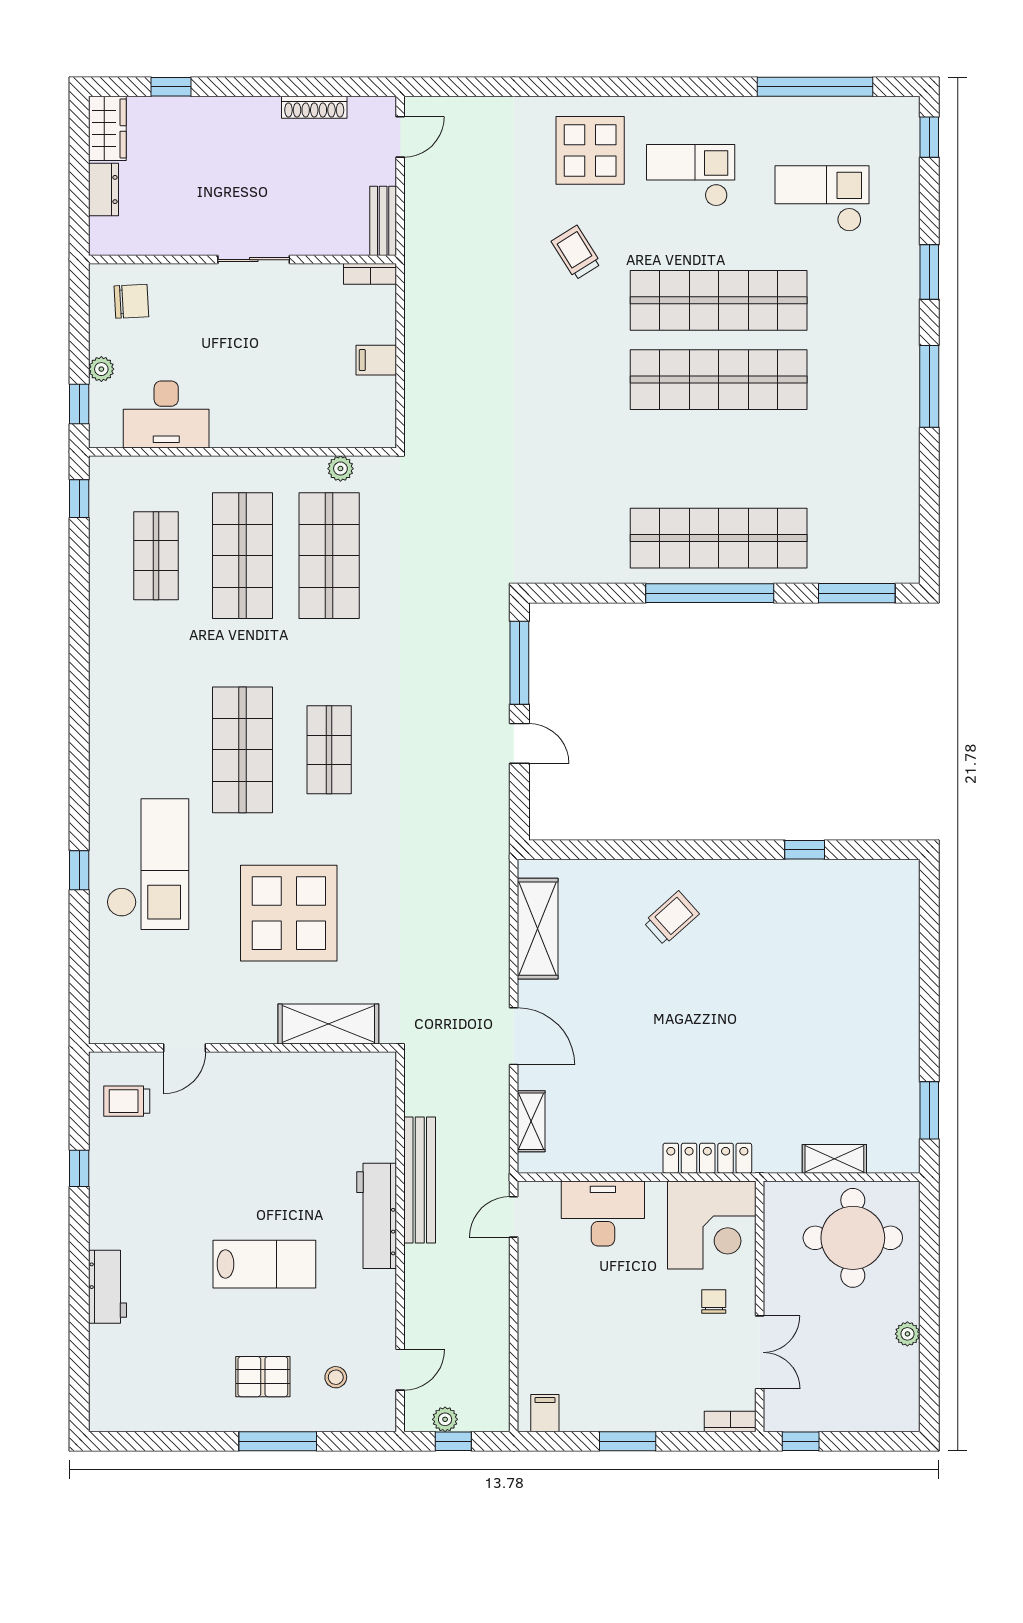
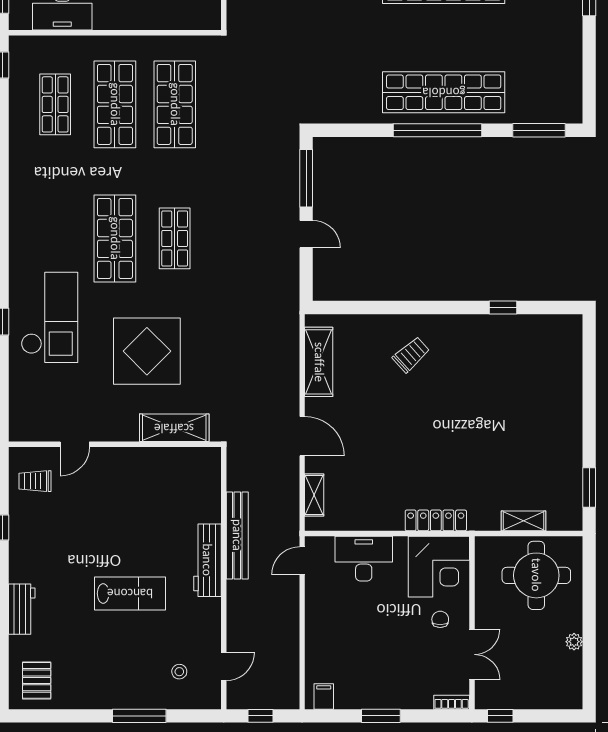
plant: (340, 469) -> (183, 44), removed
pallet: (263, 1377) -> (37, 680), moved, turned 90
plant: (445, 1419) -> (255, 701), removed

